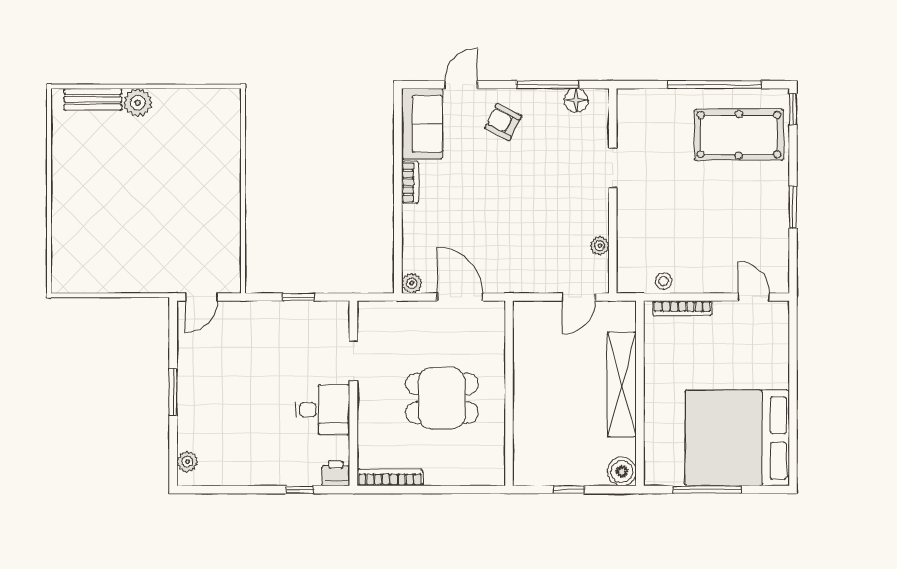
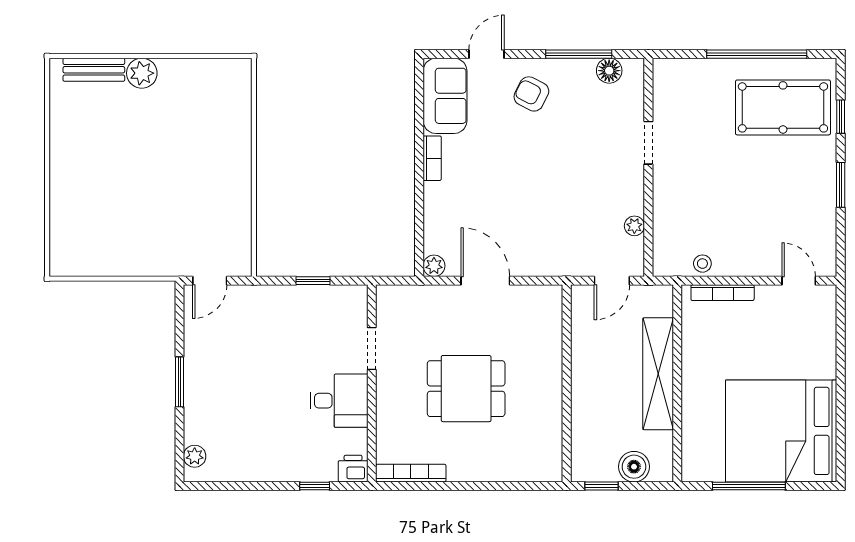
window: (793, 109) -> (841, 117), moved
wall: (509, 393) -> (567, 383), moved
boiler: (622, 471) -> (634, 467), moved

